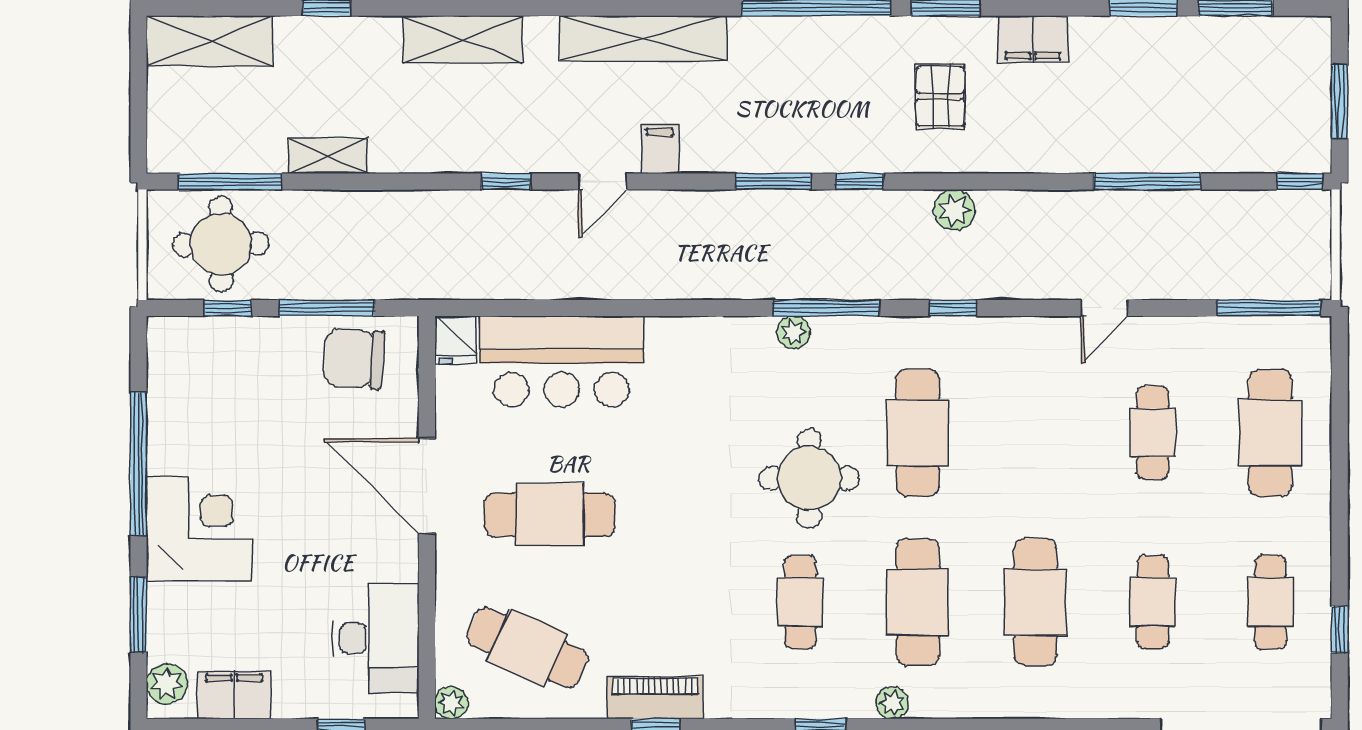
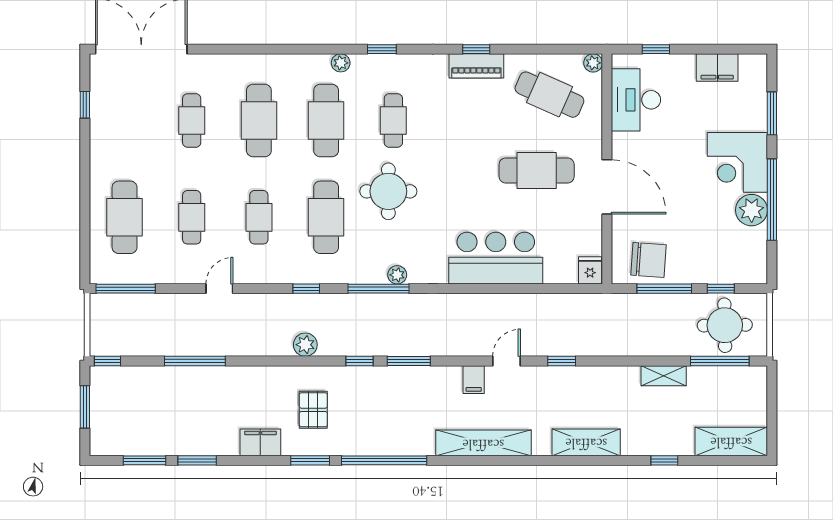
bar counter: (562, 361) -> (496, 258), moved
cafe table: (1270, 602) -> (259, 217), moved
plant: (167, 684) -> (752, 210), moved, width x1.36, depth x1.36

